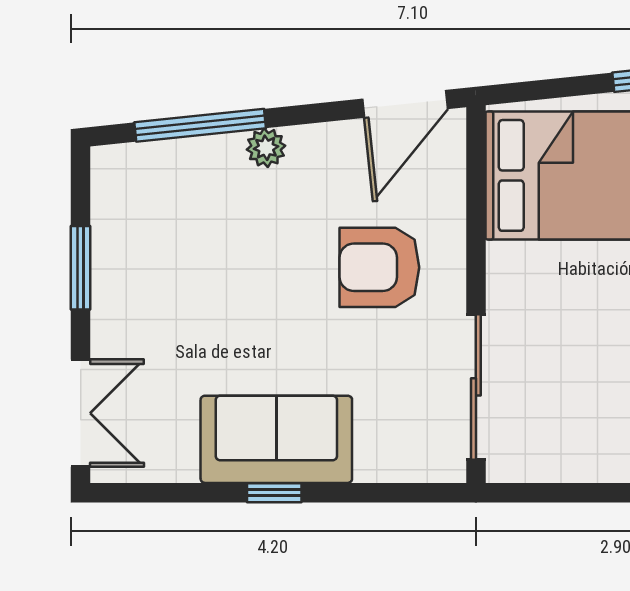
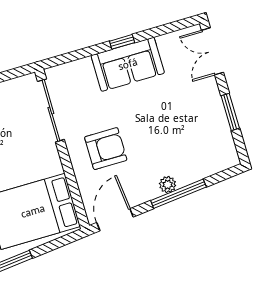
window: (200, 125) -> (178, 194), moved

